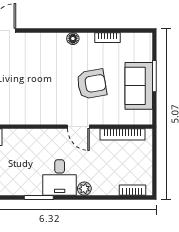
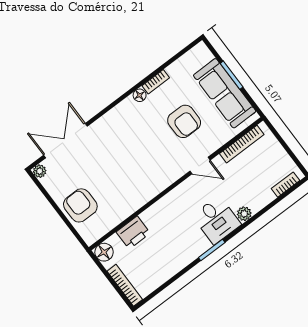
bookcase: (108, 38) -> (156, 82), moved
armchair: (92, 84) -> (184, 121), turned 100
sofa: (139, 86) -> (225, 93), width x1.36

